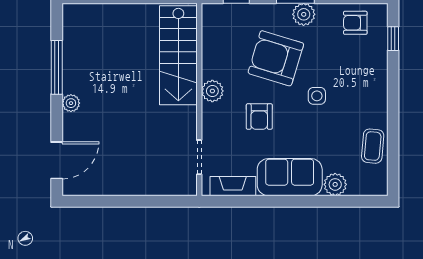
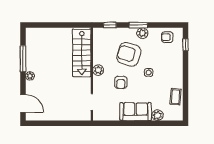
door: (57, 160) -> (23, 104), hinge flipped
fireplace: (233, 186) -> (108, 116), removed

